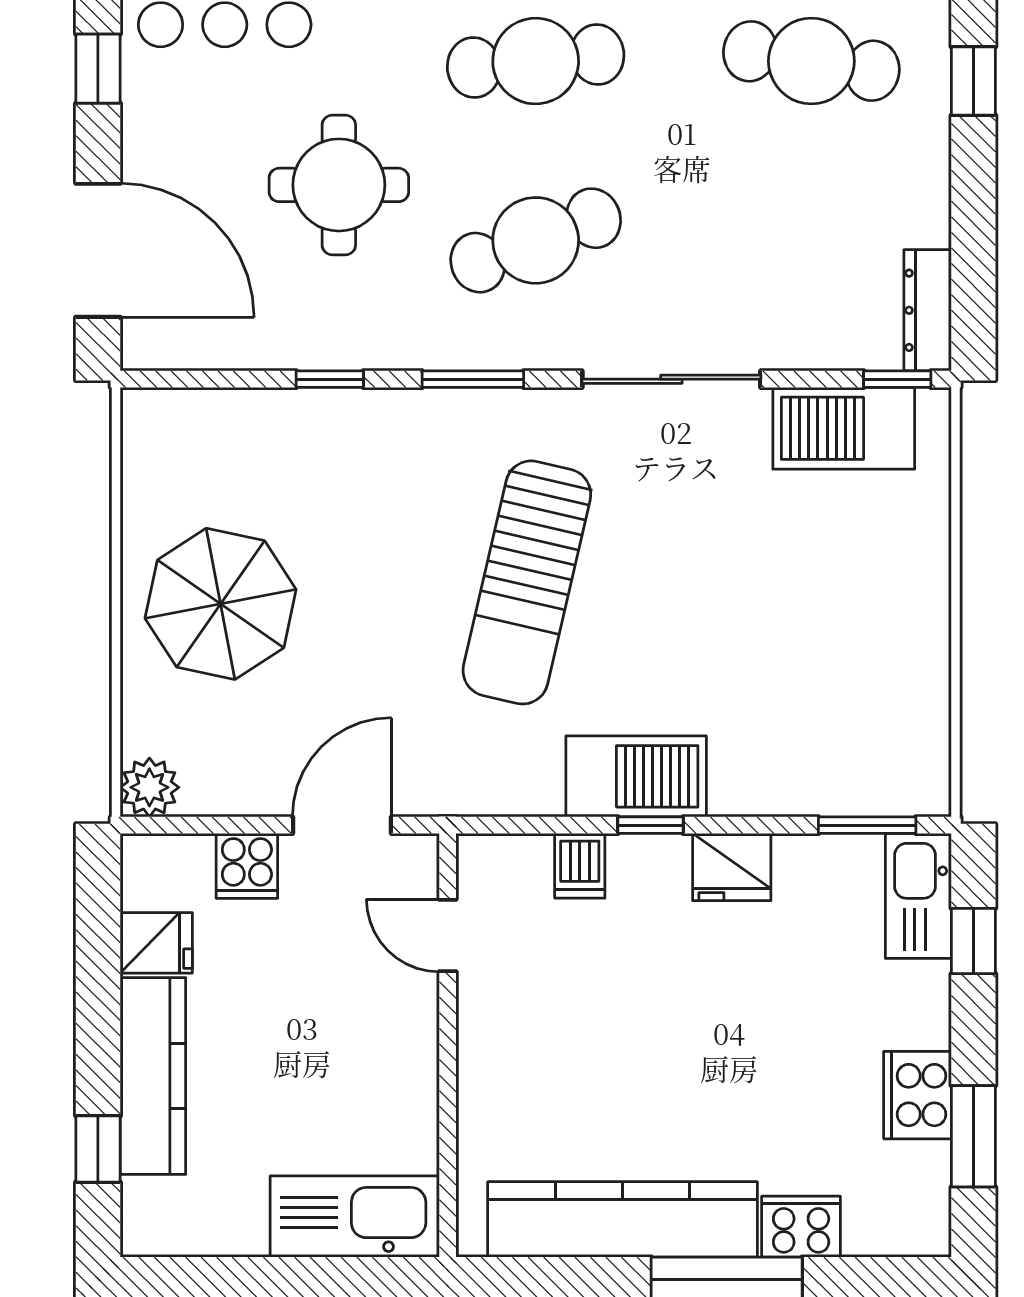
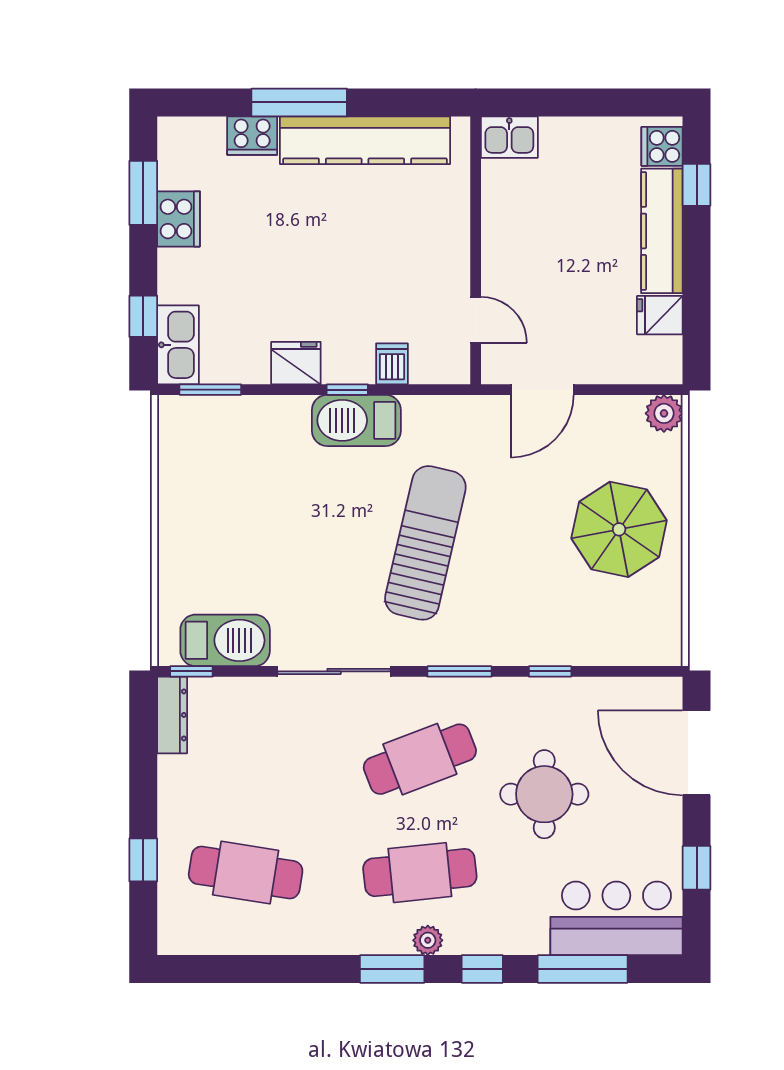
cooker: (247, 866) -> (662, 146), moved, turned -90
kitchen sink: (355, 1217) -> (509, 137), width x0.53, depth x0.81

